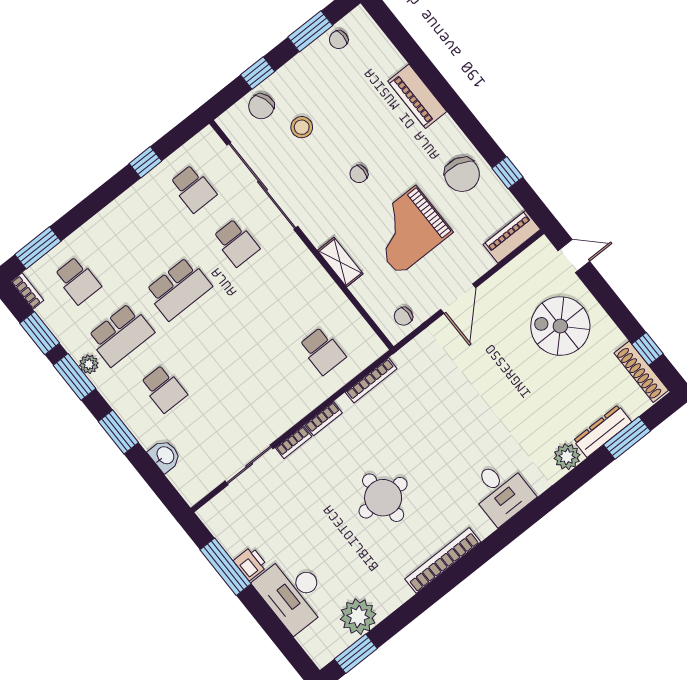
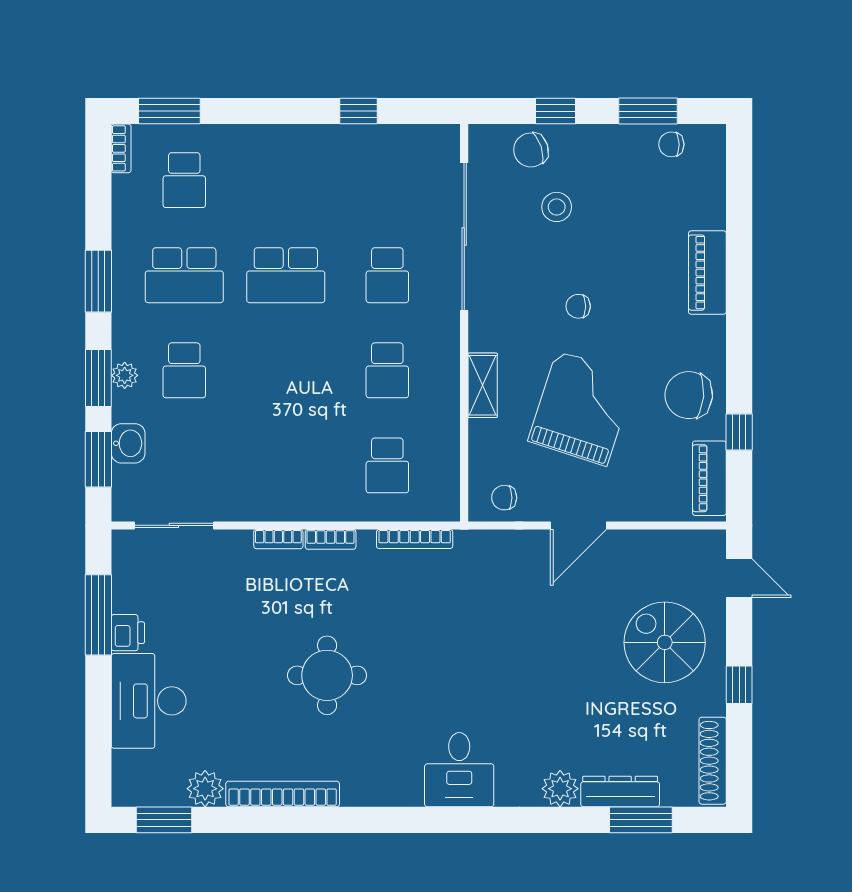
chair: (462, 174) -> (689, 395), turned 81
school desk: (193, 189) -> (387, 370), moved
grand piano: (407, 230) -> (582, 408), turned 108
piano: (512, 237) -> (709, 478), moved, turned -90
window: (40, 333) -> (98, 459), moved
window: (648, 349) -> (739, 685), moved
plant: (89, 364) -> (125, 375), moved
sliding door: (249, 465) -> (174, 525), moved
bookcase: (443, 560) -> (283, 794), moved
plant: (358, 617) -> (205, 789), width x0.73, depth x0.73

